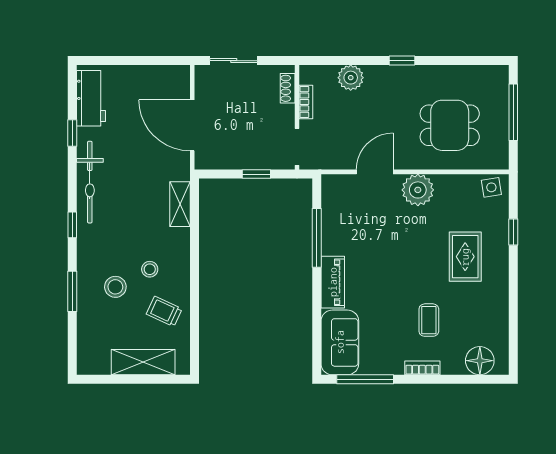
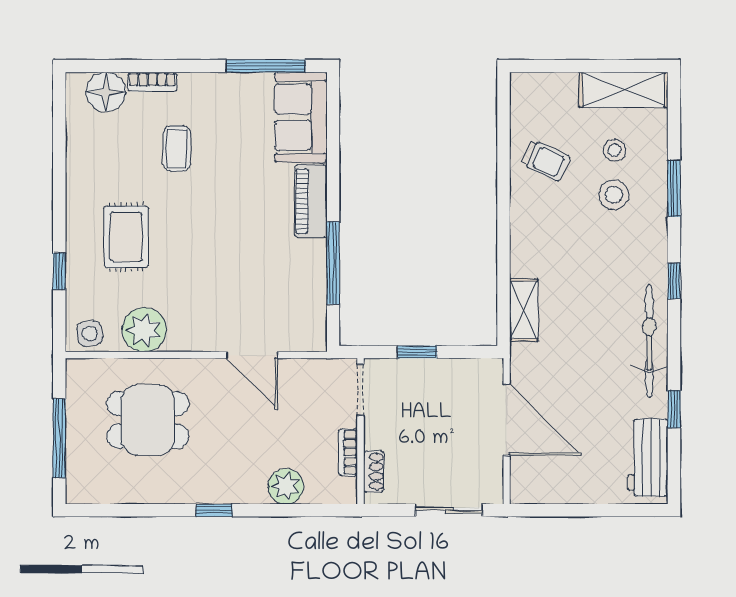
door: (375, 172) -> (252, 355), hinge flipped
plant: (418, 190) -> (144, 330), moved
stool: (150, 269) -> (614, 150), moved
shelving: (143, 362) -> (624, 90), moved
bookcase: (422, 368) -> (152, 82), moved

